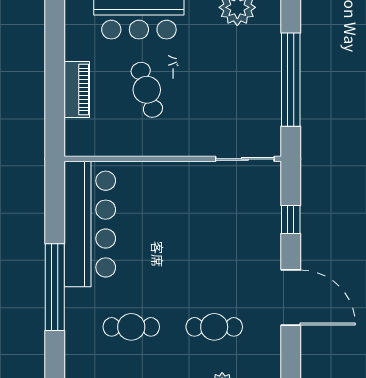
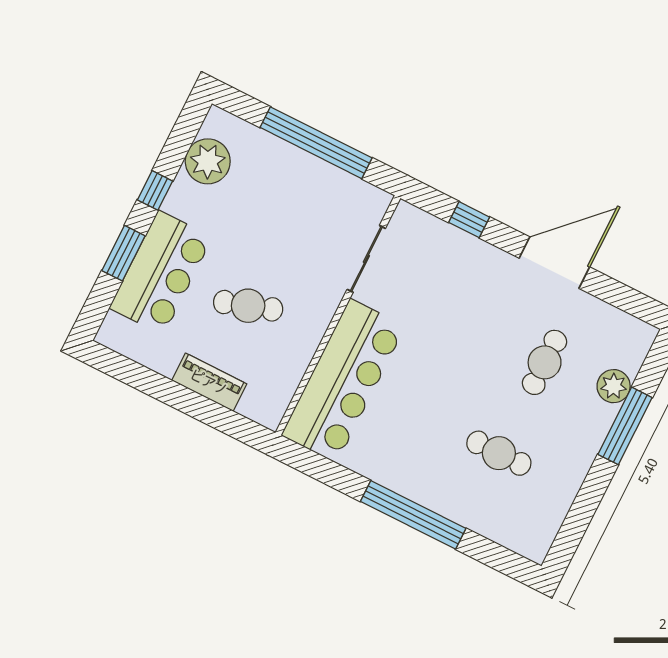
sliding door: (245, 159) -> (366, 259), moved
bar counter: (90, 224) -> (343, 381), moved, turned 90
cafe table: (131, 327) -> (499, 453), turned 90

